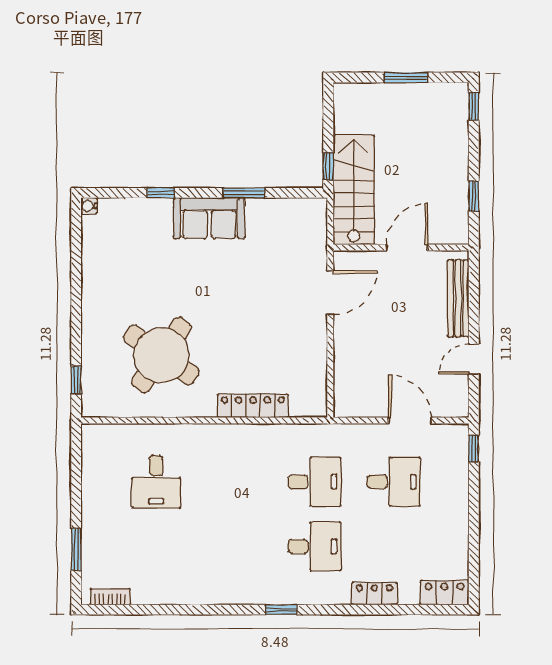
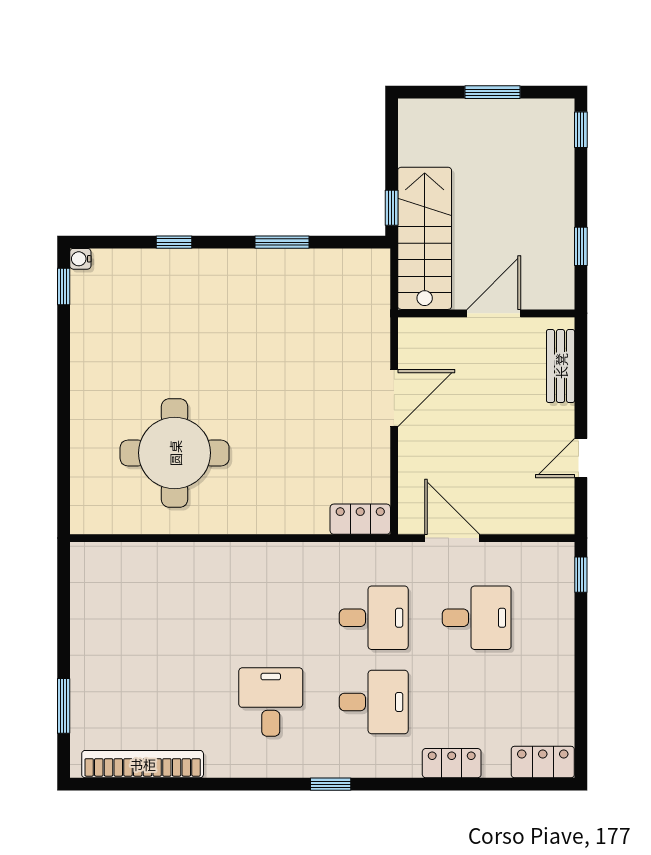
sofa: (209, 218) -> (237, 275), removed
door: (330, 293) -> (394, 398), moved
bench: (458, 298) -> (561, 366), width x0.73
round table: (161, 355) -> (175, 453), turned -35
window: (76, 380) -> (64, 286), moved
locker: (253, 406) -> (360, 519), moved, width x0.66
door: (410, 420) -> (452, 538), moved
desk: (156, 482) -> (271, 702), moved, turned 180
bookcase: (110, 597) -> (143, 764), width x2.31, depth x1.31

